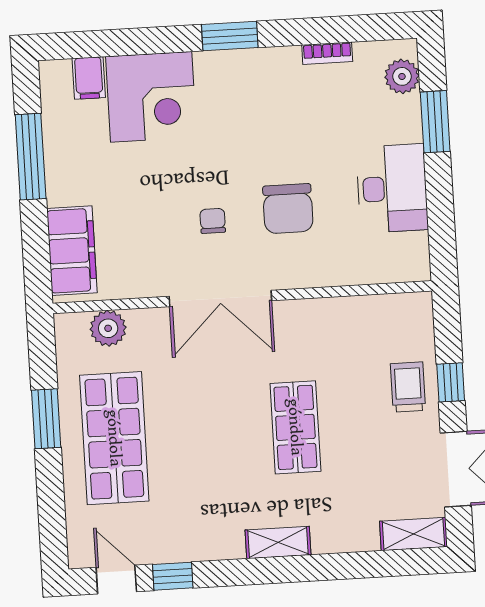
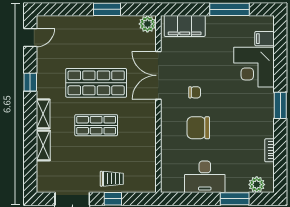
double door: (220, 298) -> (158, 75), moved
plant: (108, 328) -> (147, 24), moved
shop shelf: (114, 438) -> (96, 83), moved
shelving: (413, 534) -> (43, 145), moved
window: (173, 576) -> (30, 82), moved

